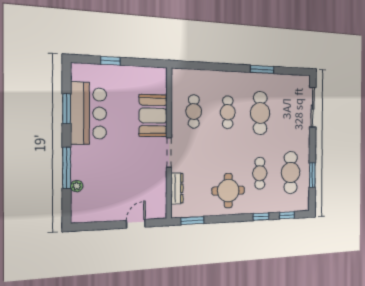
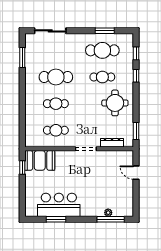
window: (110, 61) -> (22, 168), moved
window: (262, 69) -> (22, 58), moved
booth: (153, 116) -> (40, 160), moved
window: (67, 168) -> (111, 219), moved

